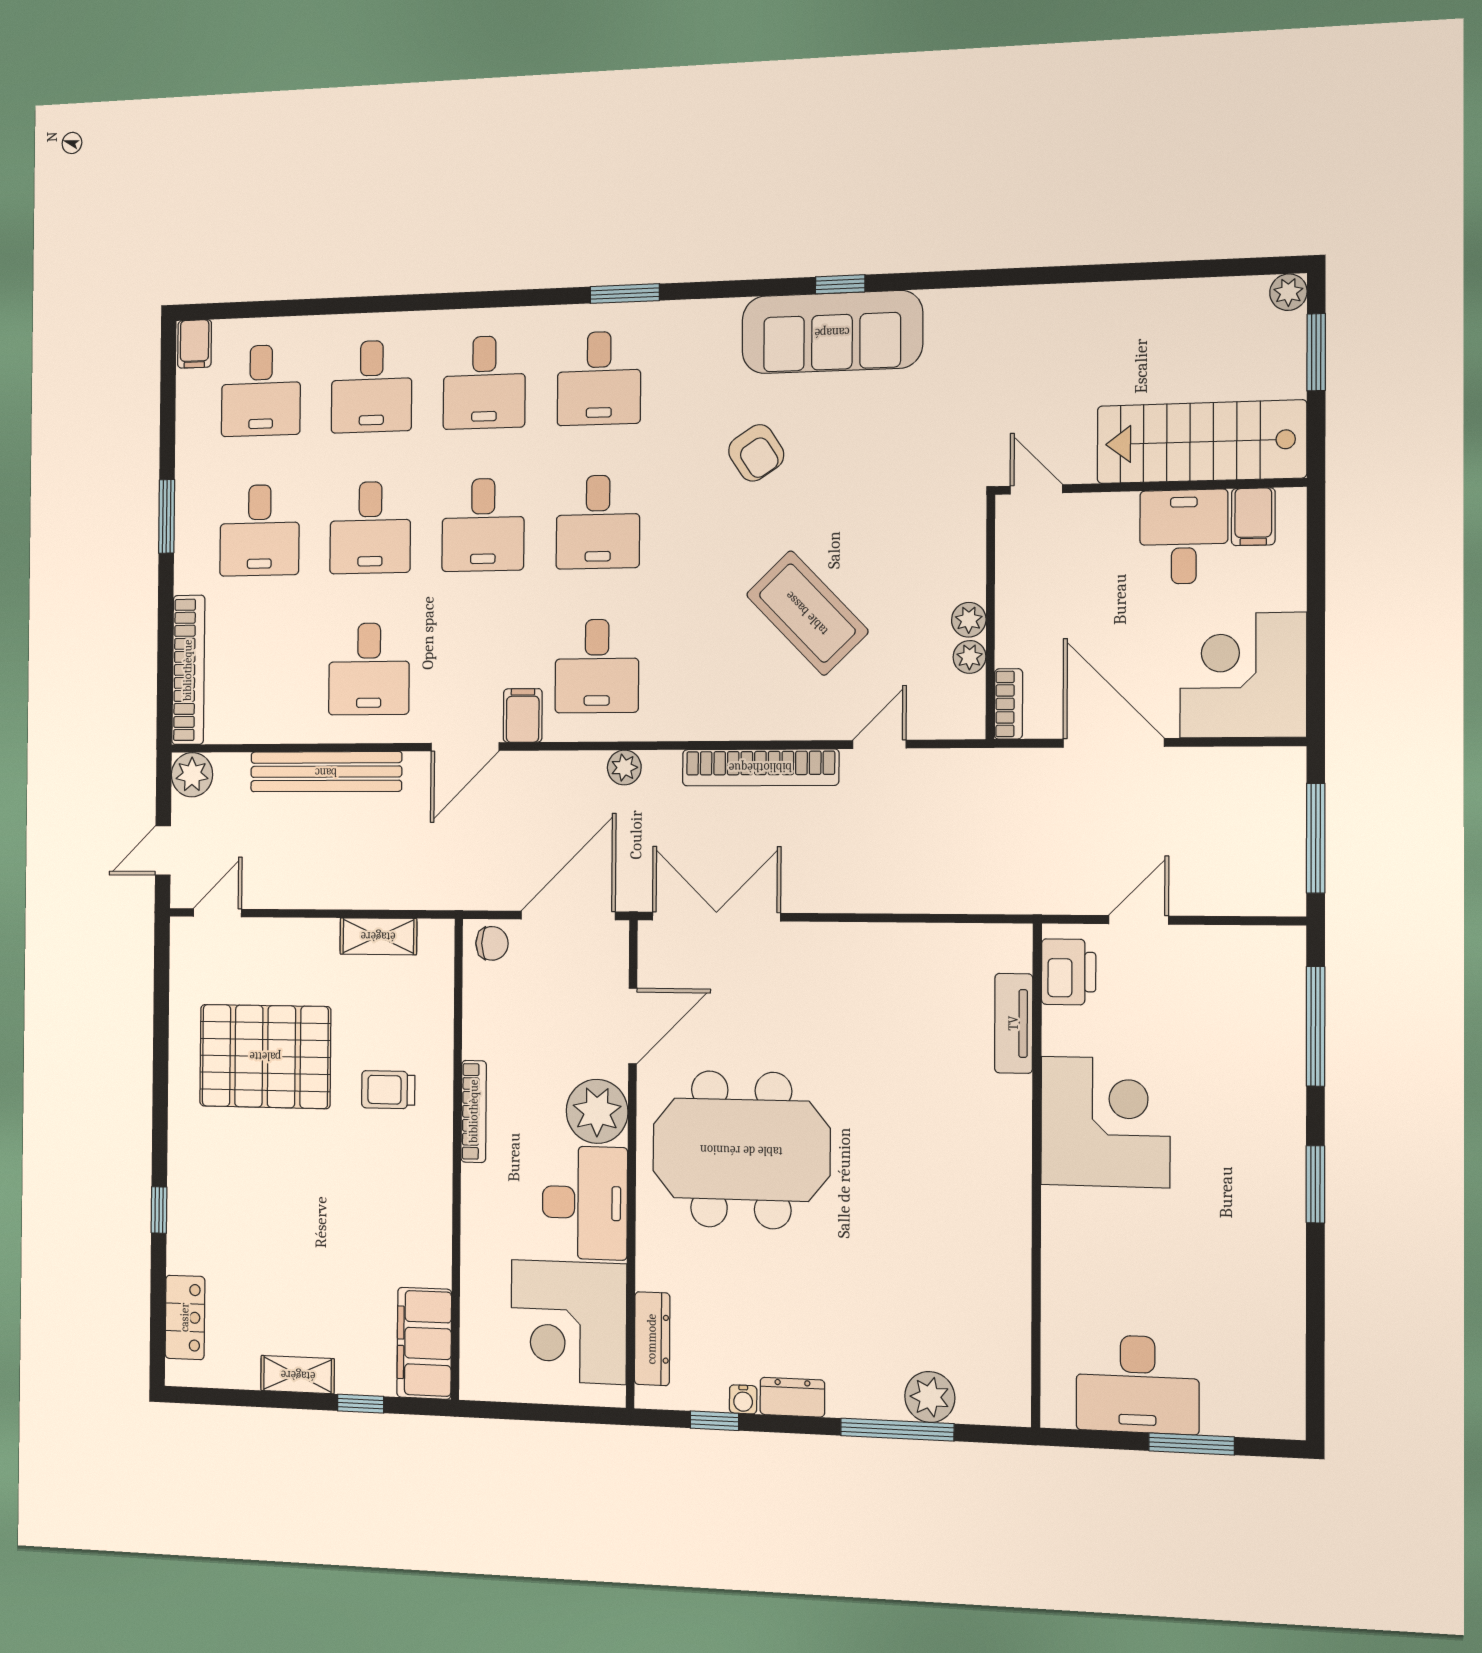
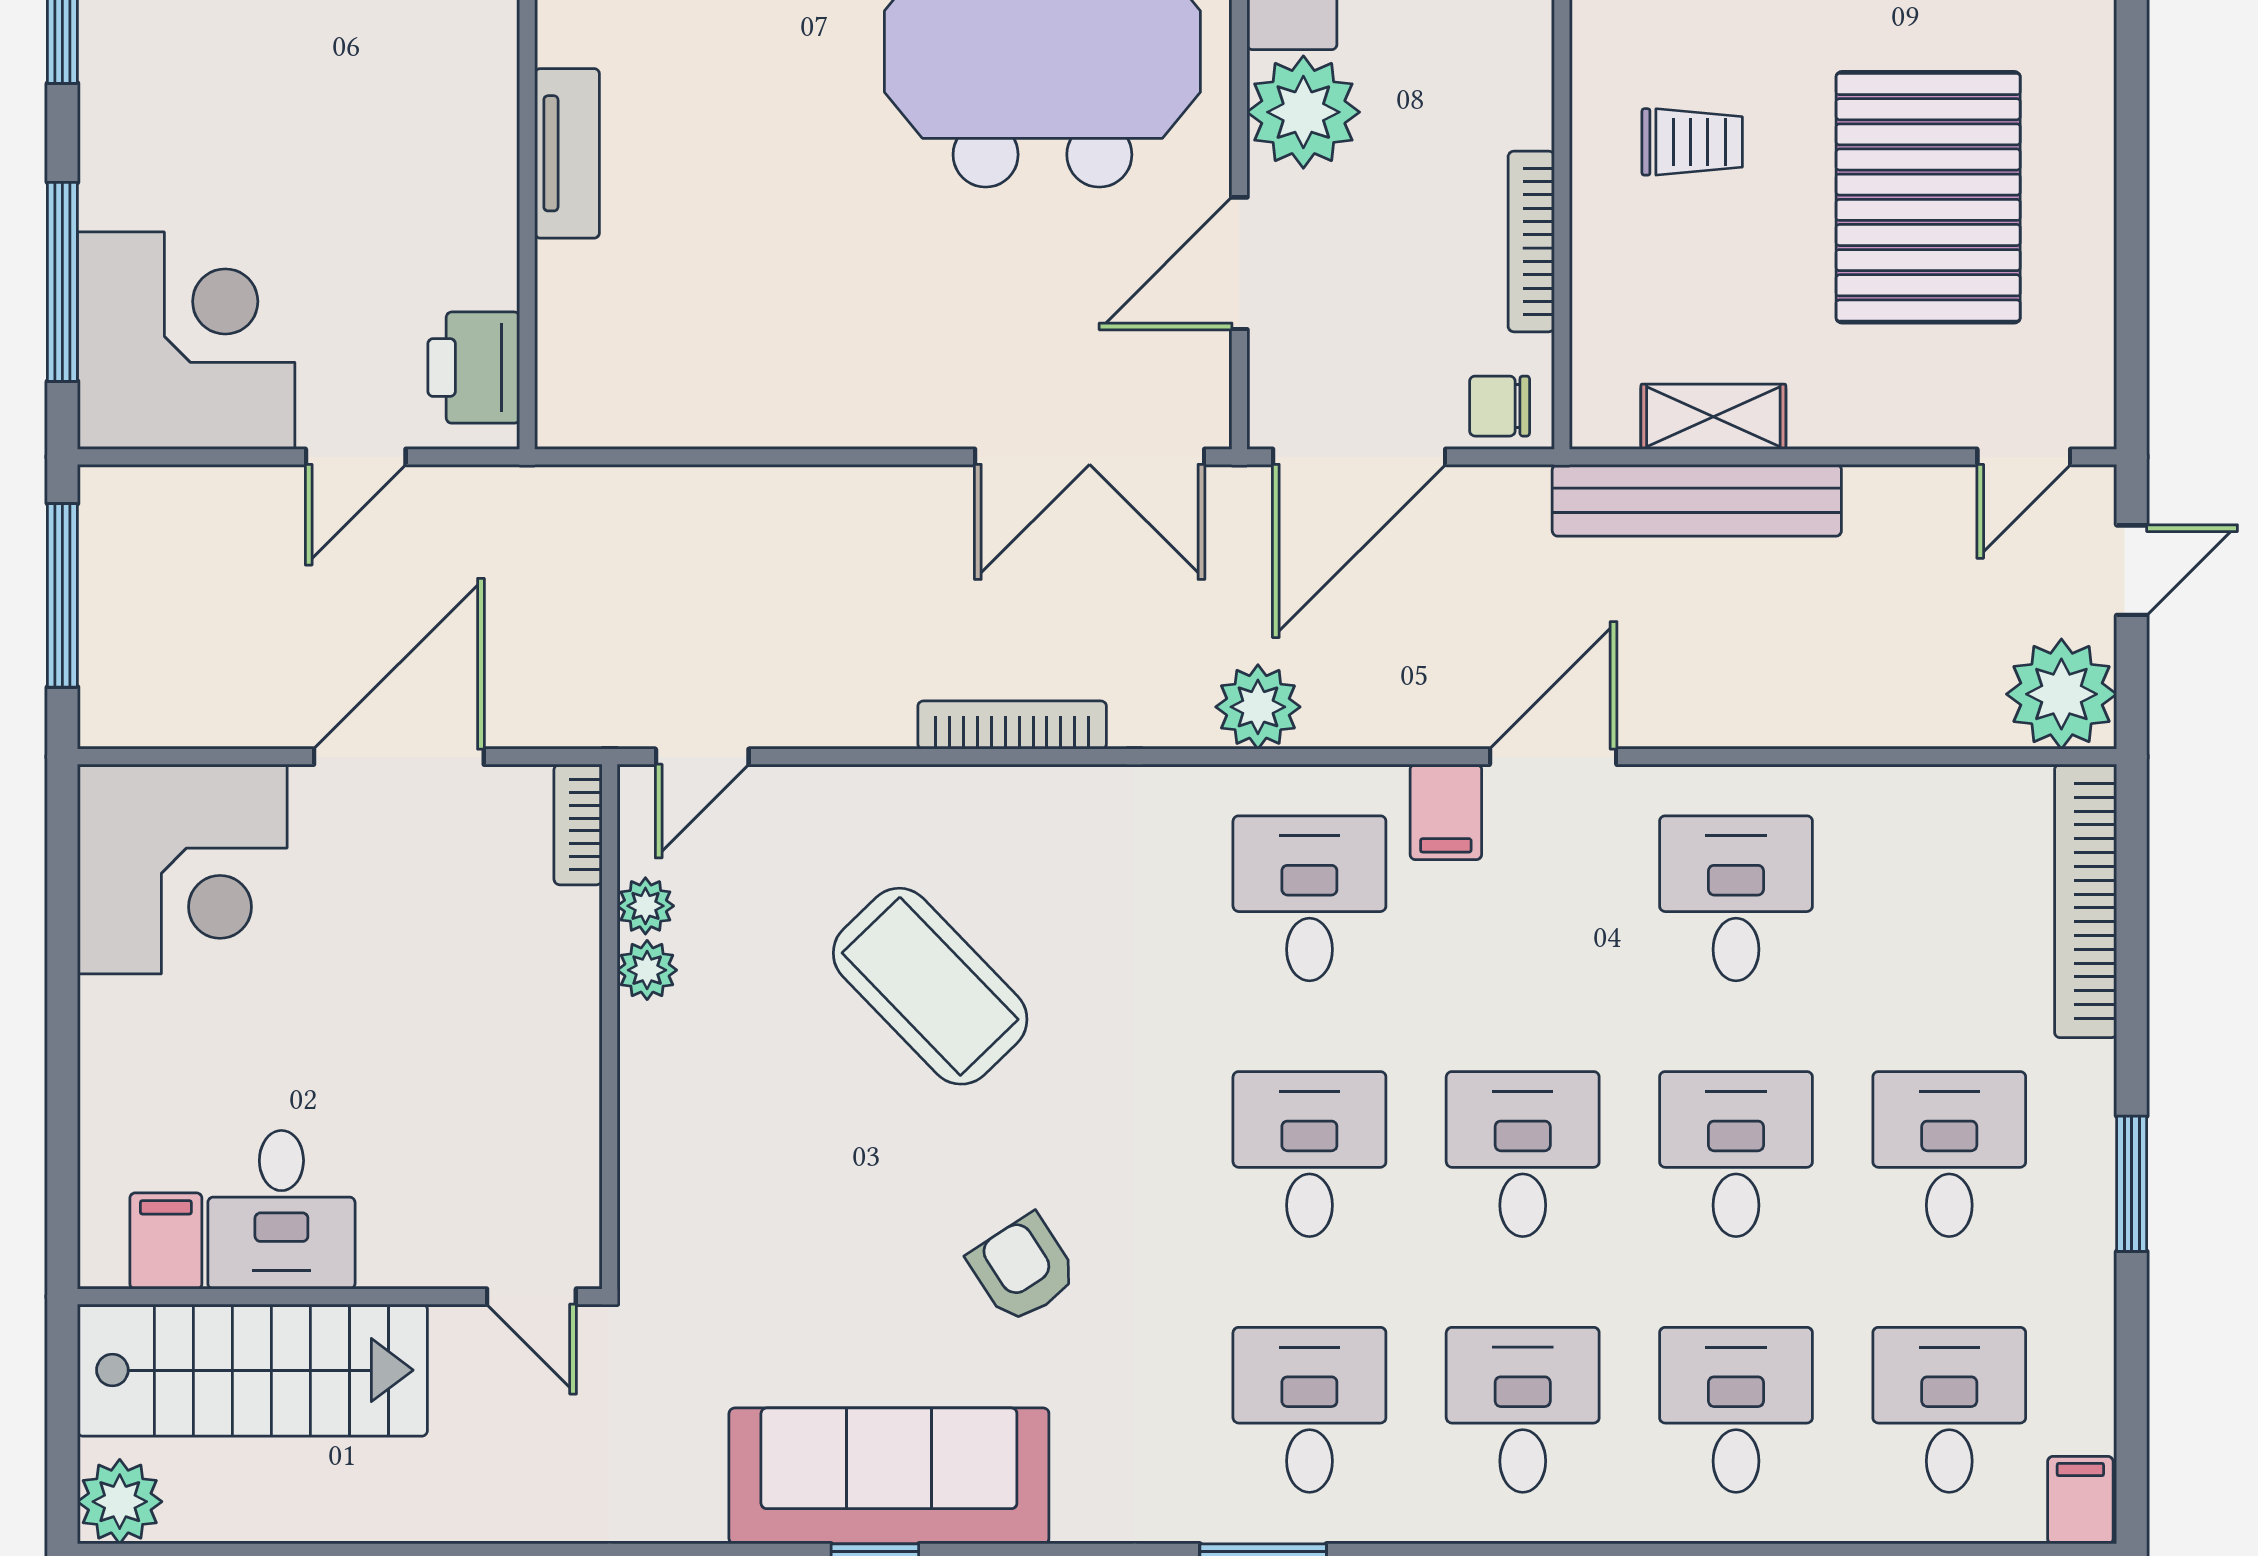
plant: (1288, 292) -> (120, 1502), width x1.38, depth x1.38
window: (1316, 352) -> (62, 1410), removed
stairs: (1201, 442) -> (252, 1370), moved
wall: (1149, 486) -> (340, 1297), moved
door: (1036, 489) -> (531, 1297), moved
filing cabinet: (1253, 517) -> (166, 1241), moved
desk: (1184, 537) -> (281, 1210), moved
door: (1113, 743) -> (399, 757), swing flipped
door: (879, 744) -> (702, 757), moved
bookcase: (760, 767) -> (1012, 725), width x0.68, depth x0.76
plant: (624, 768) -> (1258, 707), width x1.38, depth x1.38
bench: (326, 772) -> (1697, 500), moved
plant: (192, 775) -> (2061, 694), width x1.36, depth x1.36
tv unit: (1014, 1023) -> (567, 153), moved
pallet: (265, 1056) -> (1928, 197), turned 90
bookcase: (474, 1111) -> (1531, 241), moved
corner desk: (1105, 1122) -> (186, 341), moved, turned 180

